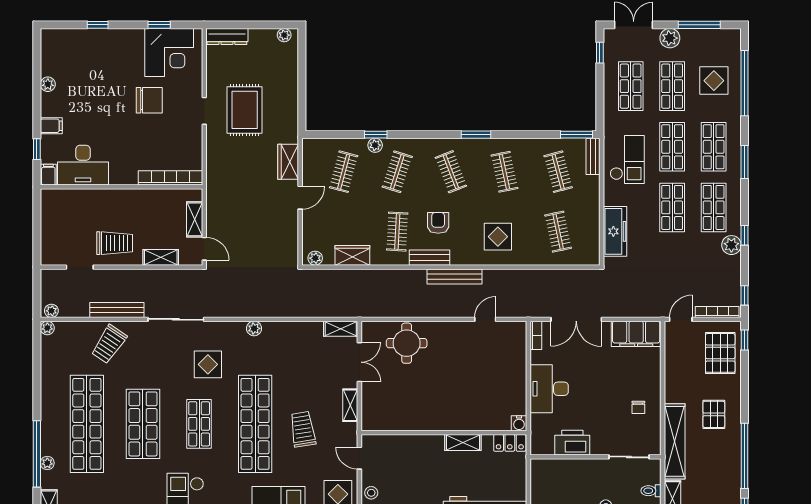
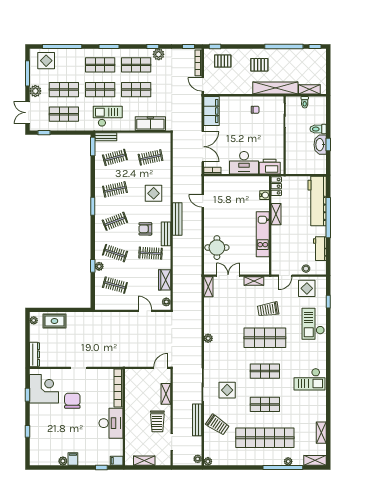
display table: (714, 81) -> (46, 61), moved
rug: (245, 110) -> (54, 321), moved, width x0.73, depth x0.70
filing cabinet: (51, 126) -> (73, 459), moved
wardrobe: (288, 162) -> (109, 318), removed
desk: (83, 165) -> (111, 423), moved
door: (300, 198) -> (145, 311), moved
shelving: (195, 219) -> (144, 461), moved
trolley: (115, 243) -> (157, 421), turned 180
pallet: (720, 353) -> (223, 61), width x0.67, depth x0.71
display table: (208, 364) -> (227, 390), moved
kitchen unit: (429, 420) -> (263, 234), added
water cooler: (519, 423) -> (265, 195), moved
shop shelf: (143, 424) -> (265, 404), width x0.70, depth x0.74
shop shelf: (255, 424) -> (265, 338), width x0.71
printer: (572, 443) -> (270, 167), moved, turned 90

